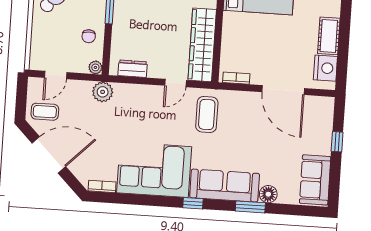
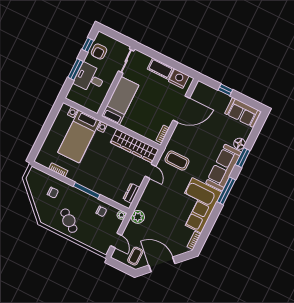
door: (49, 155) -> (162, 264), hinge flipped
window: (193, 203) -> (226, 191), width x2.17

